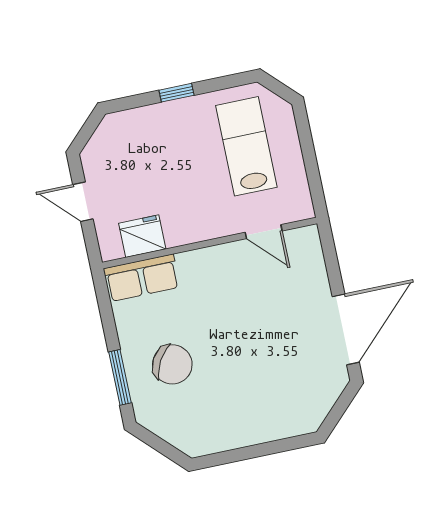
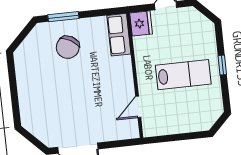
lab bench: (246, 146) -> (183, 75), moved
fridge: (142, 236) -> (141, 23), moved

